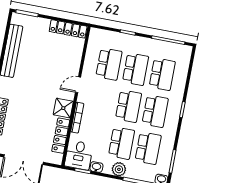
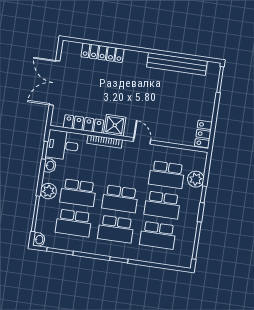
locker: (68, 29) -> (203, 134), width x0.66
plant: (114, 39) -> (196, 179), added

